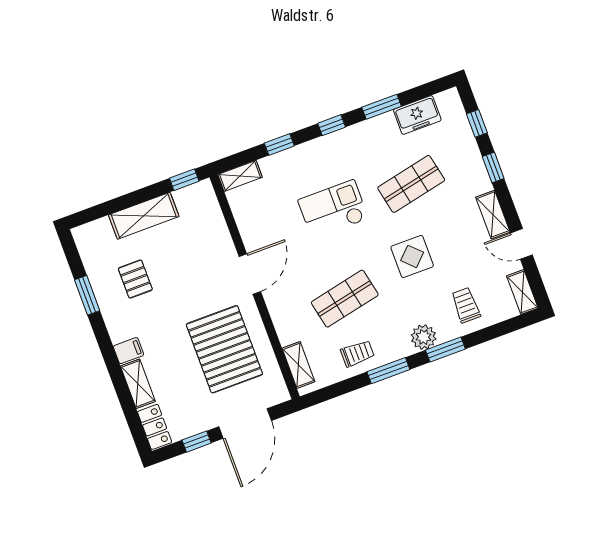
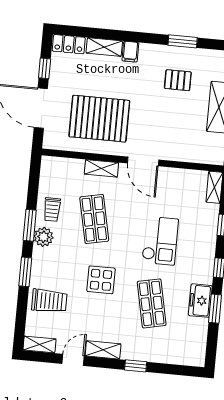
freezer: (417, 115) -> (200, 301), moved
window: (477, 123) -> (172, 369), removed
trolley: (466, 305) -> (49, 301), width x1.36, depth x1.39
plant: (424, 337) -> (44, 237), moved
shelving: (299, 365) -> (101, 168), moved

